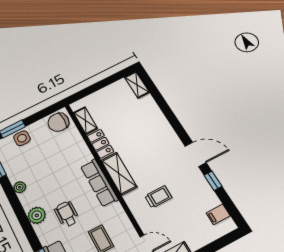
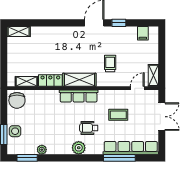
plant: (20, 187) -> (42, 150), moved

